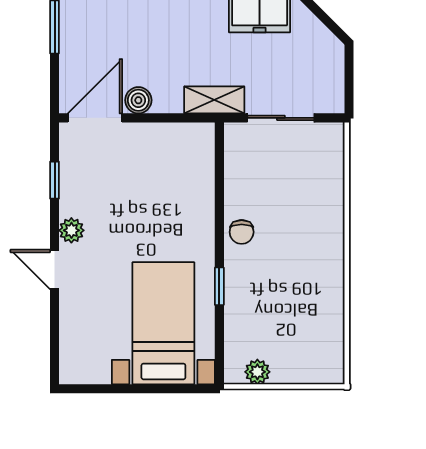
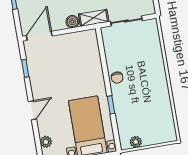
boiler: (138, 100) -> (72, 22), moved
plant: (71, 230) -> (46, 142), moved
door: (55, 270) -> (32, 110), swing flipped

